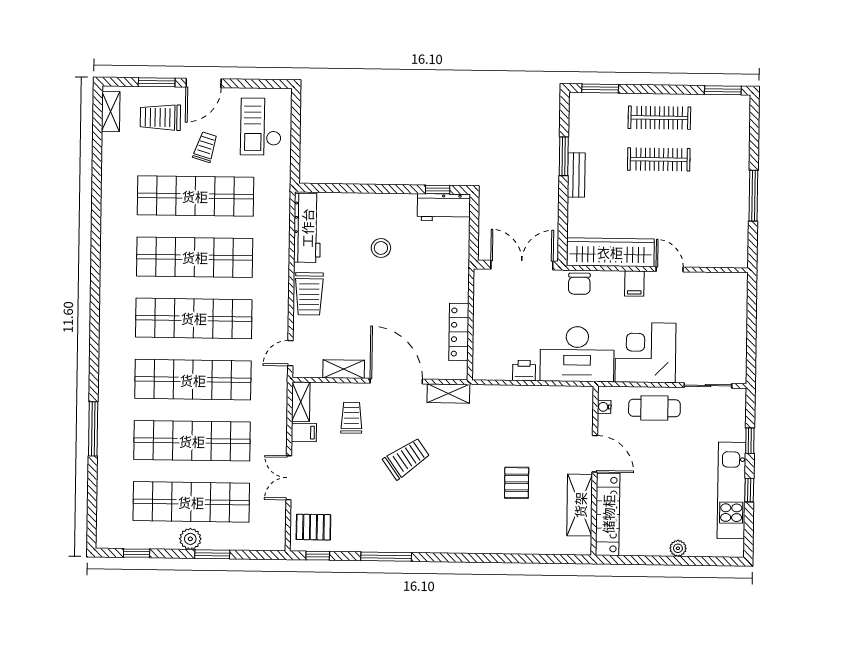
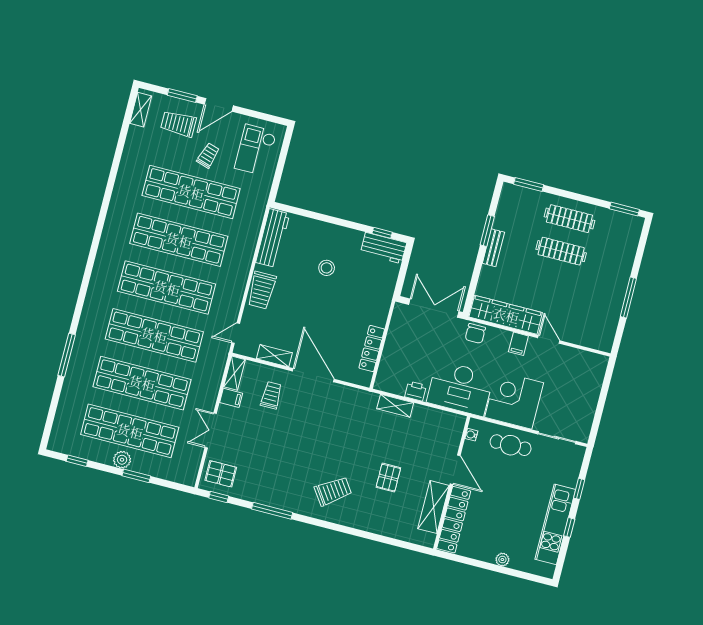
shelving: (448, 393) -> (395, 406), moved
trolley: (406, 458) -> (333, 491), moved

